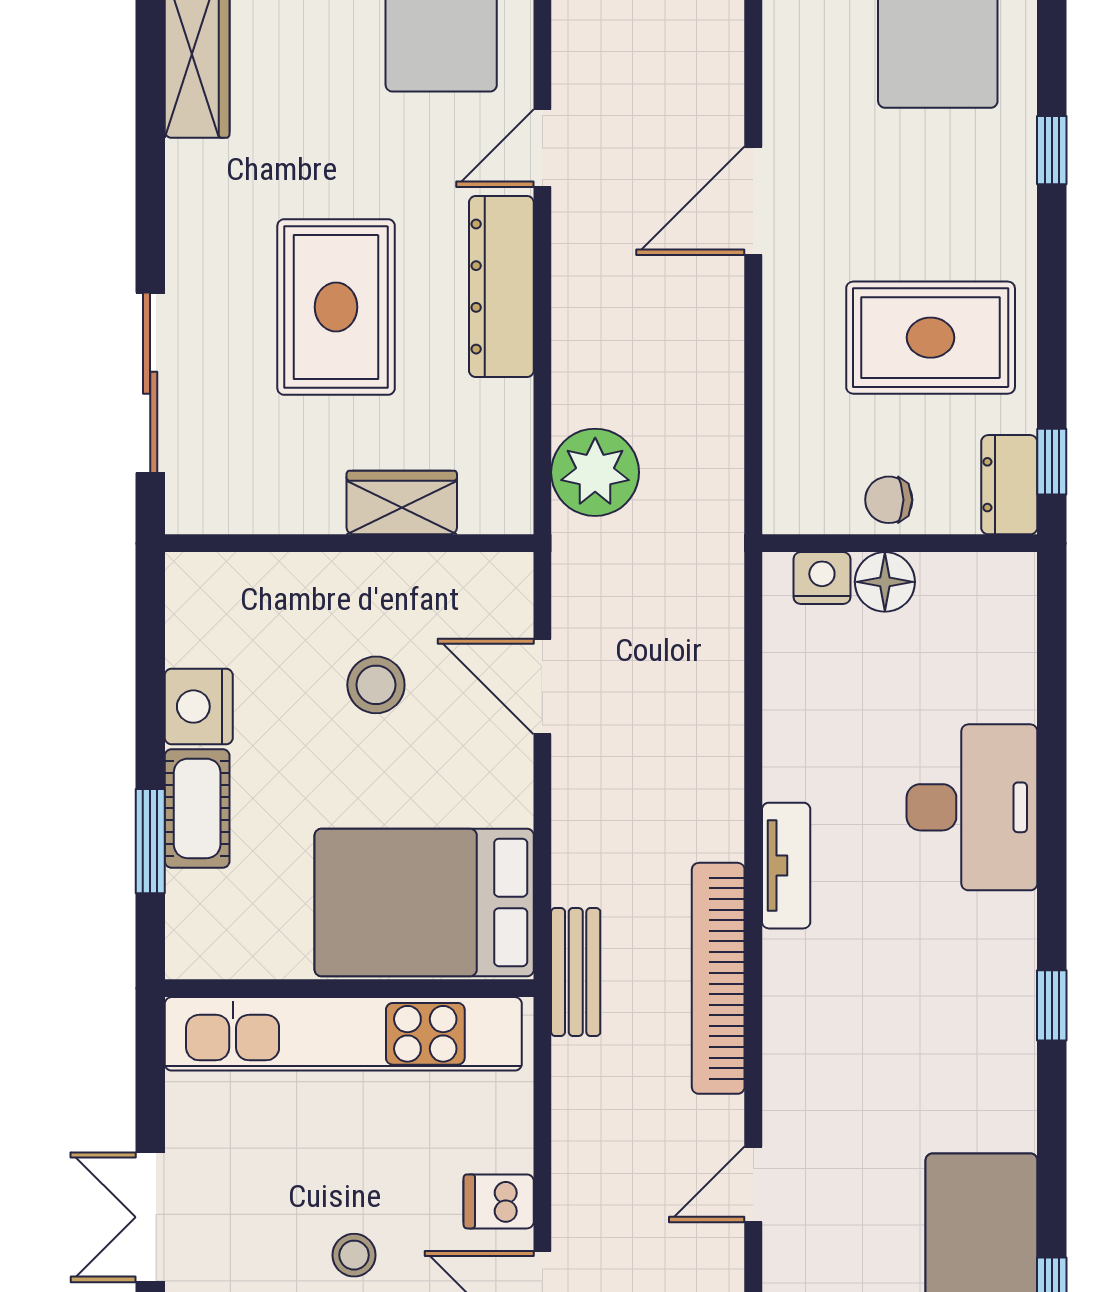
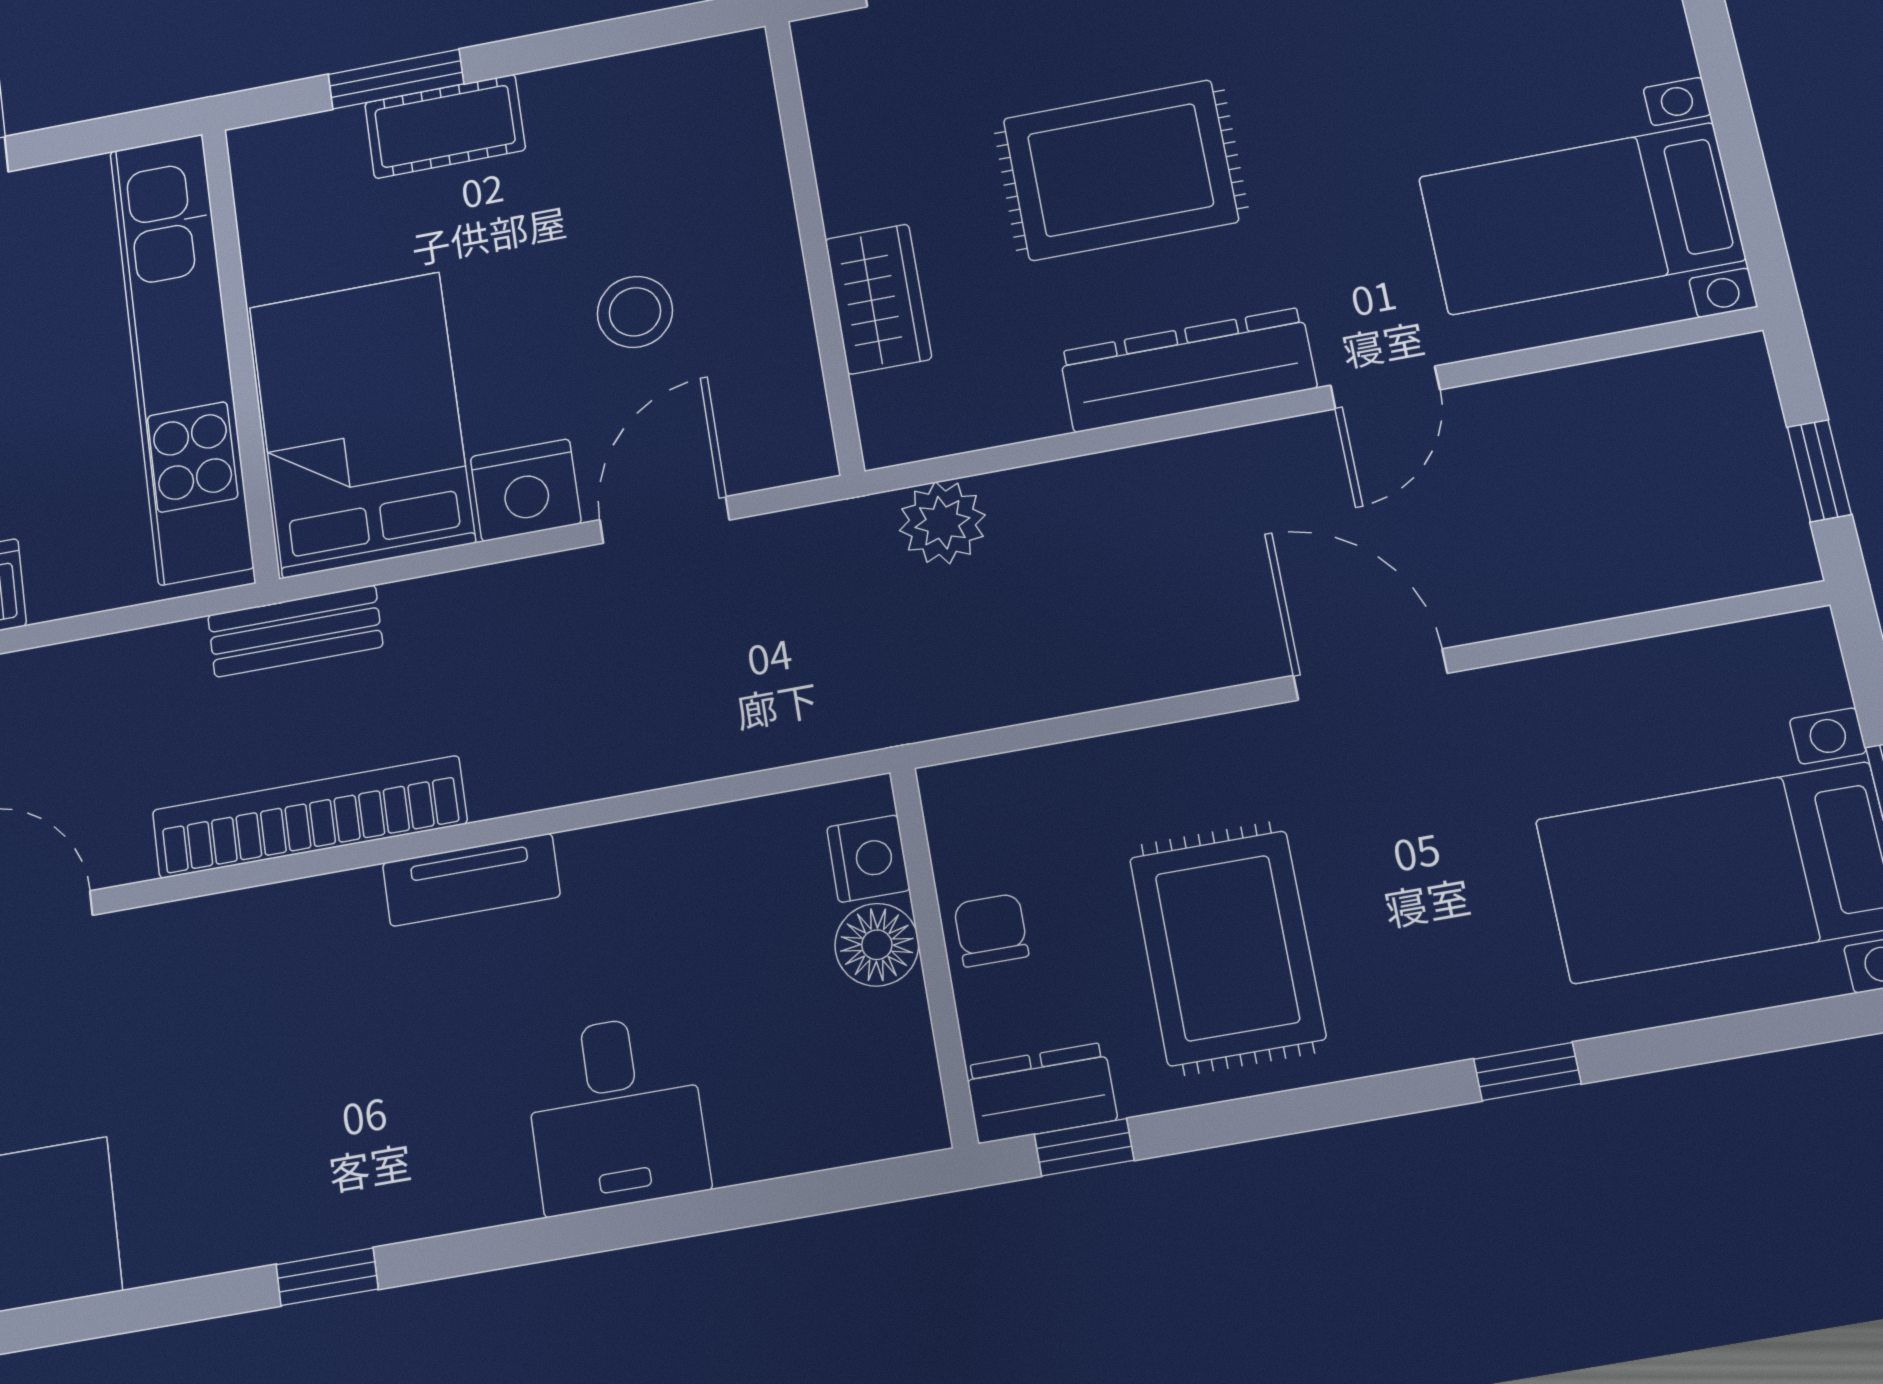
door: (542, 148) -> (1385, 387), swing flipped
plant: (595, 472) -> (942, 523), width x0.73, depth x0.73
nightstand: (199, 707) -> (526, 490), moved, turned 180
desk: (972, 807) -> (616, 1113), width x0.73

